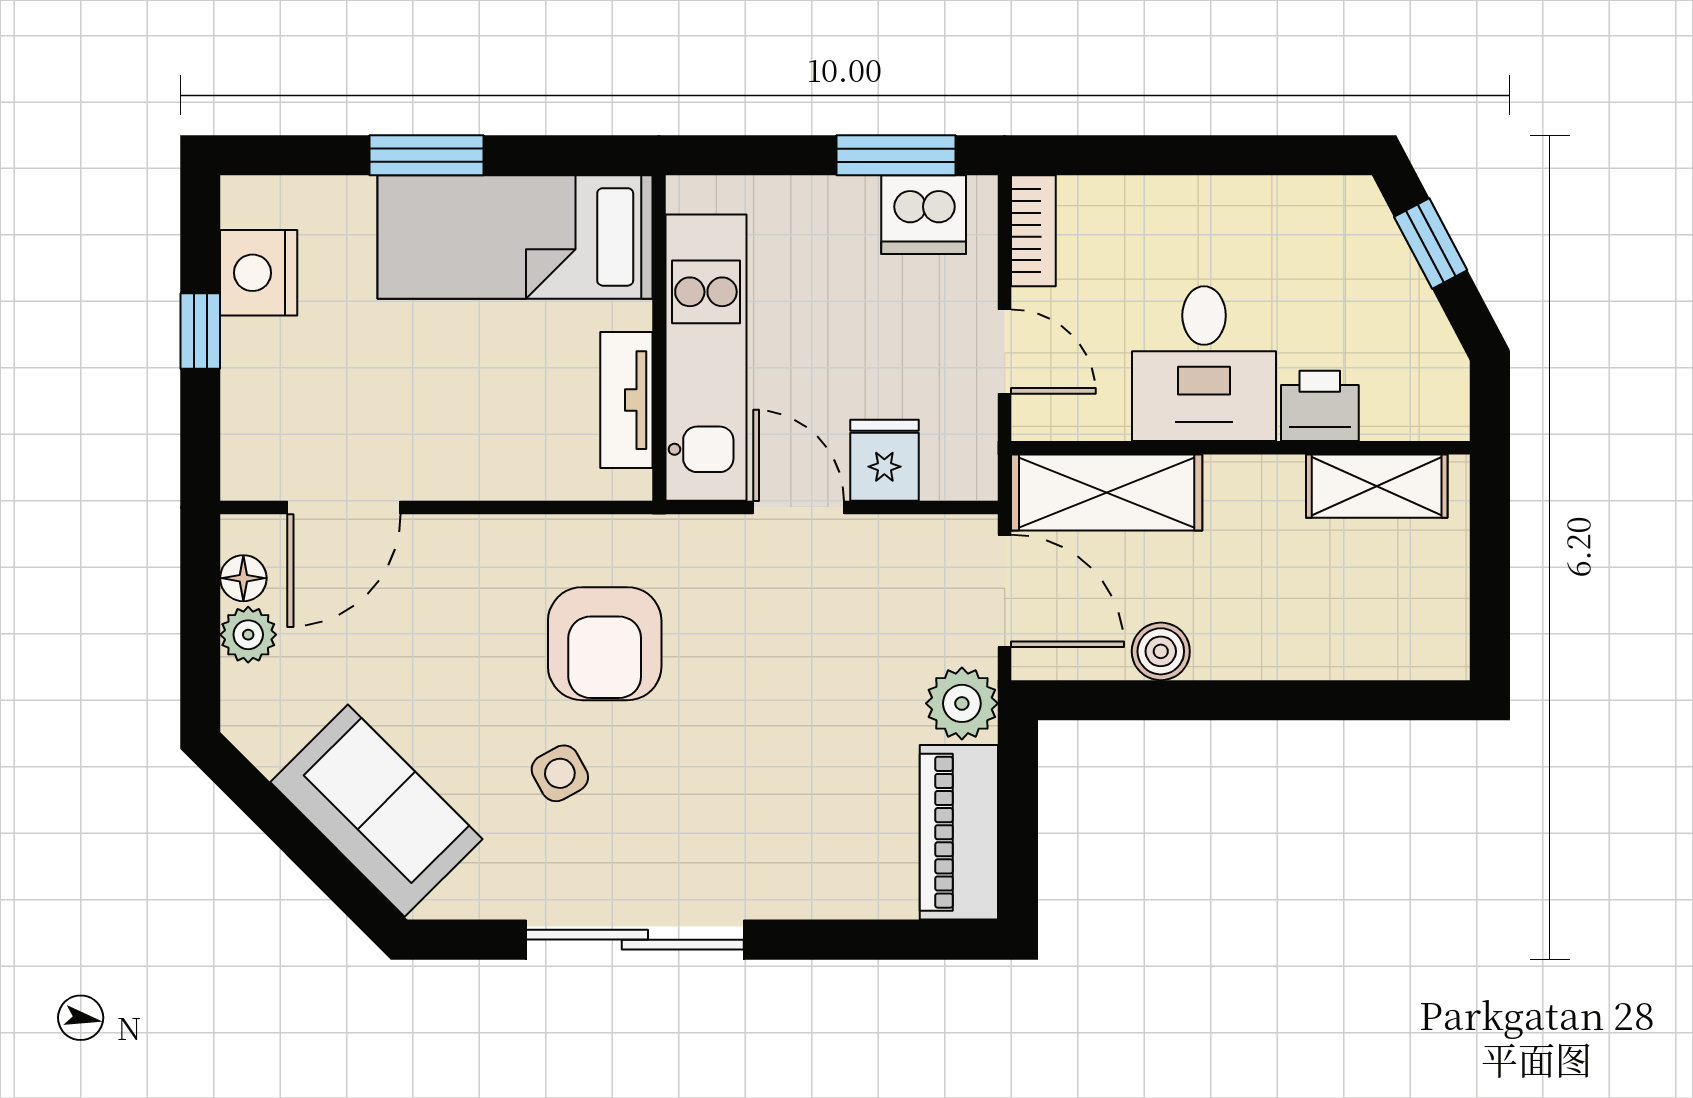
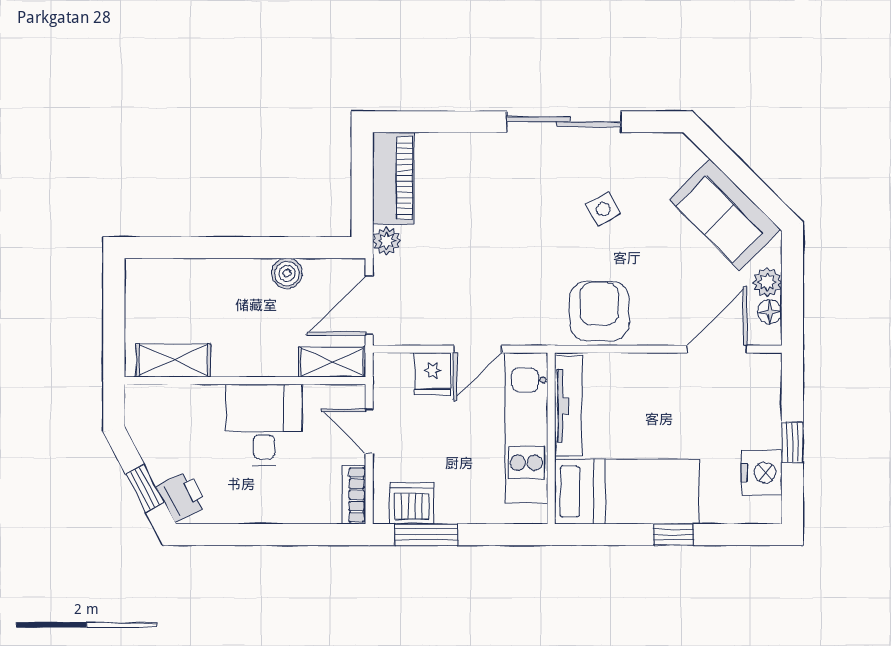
window: (427, 155) -> (673, 535), width x0.67
tv unit: (626, 400) -> (568, 406), width x1.41
printer: (1320, 406) -> (182, 496), moved, turned -118
shelving: (1107, 492) -> (332, 362), width x0.67, depth x0.75
door: (799, 507) -> (478, 349), hinge flipped
door: (1005, 591) -> (369, 305), hinge flipped
armchair: (605, 644) -> (599, 311), moved
plant: (962, 703) -> (386, 241), width x0.73, depth x0.73
sofa: (376, 811) -> (725, 214), moved

